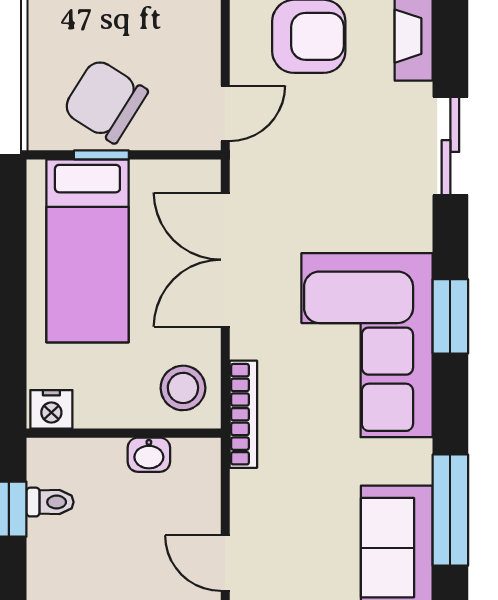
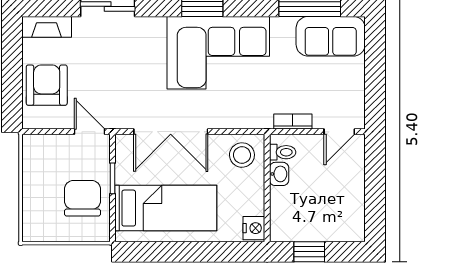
chair: (105, 101) -> (83, 198), turned 148
window: (101, 155) -> (113, 178), moved
bookcase: (243, 414) -> (293, 122), moved, width x0.64
toilet: (50, 502) -> (283, 152), moved, turned 90

